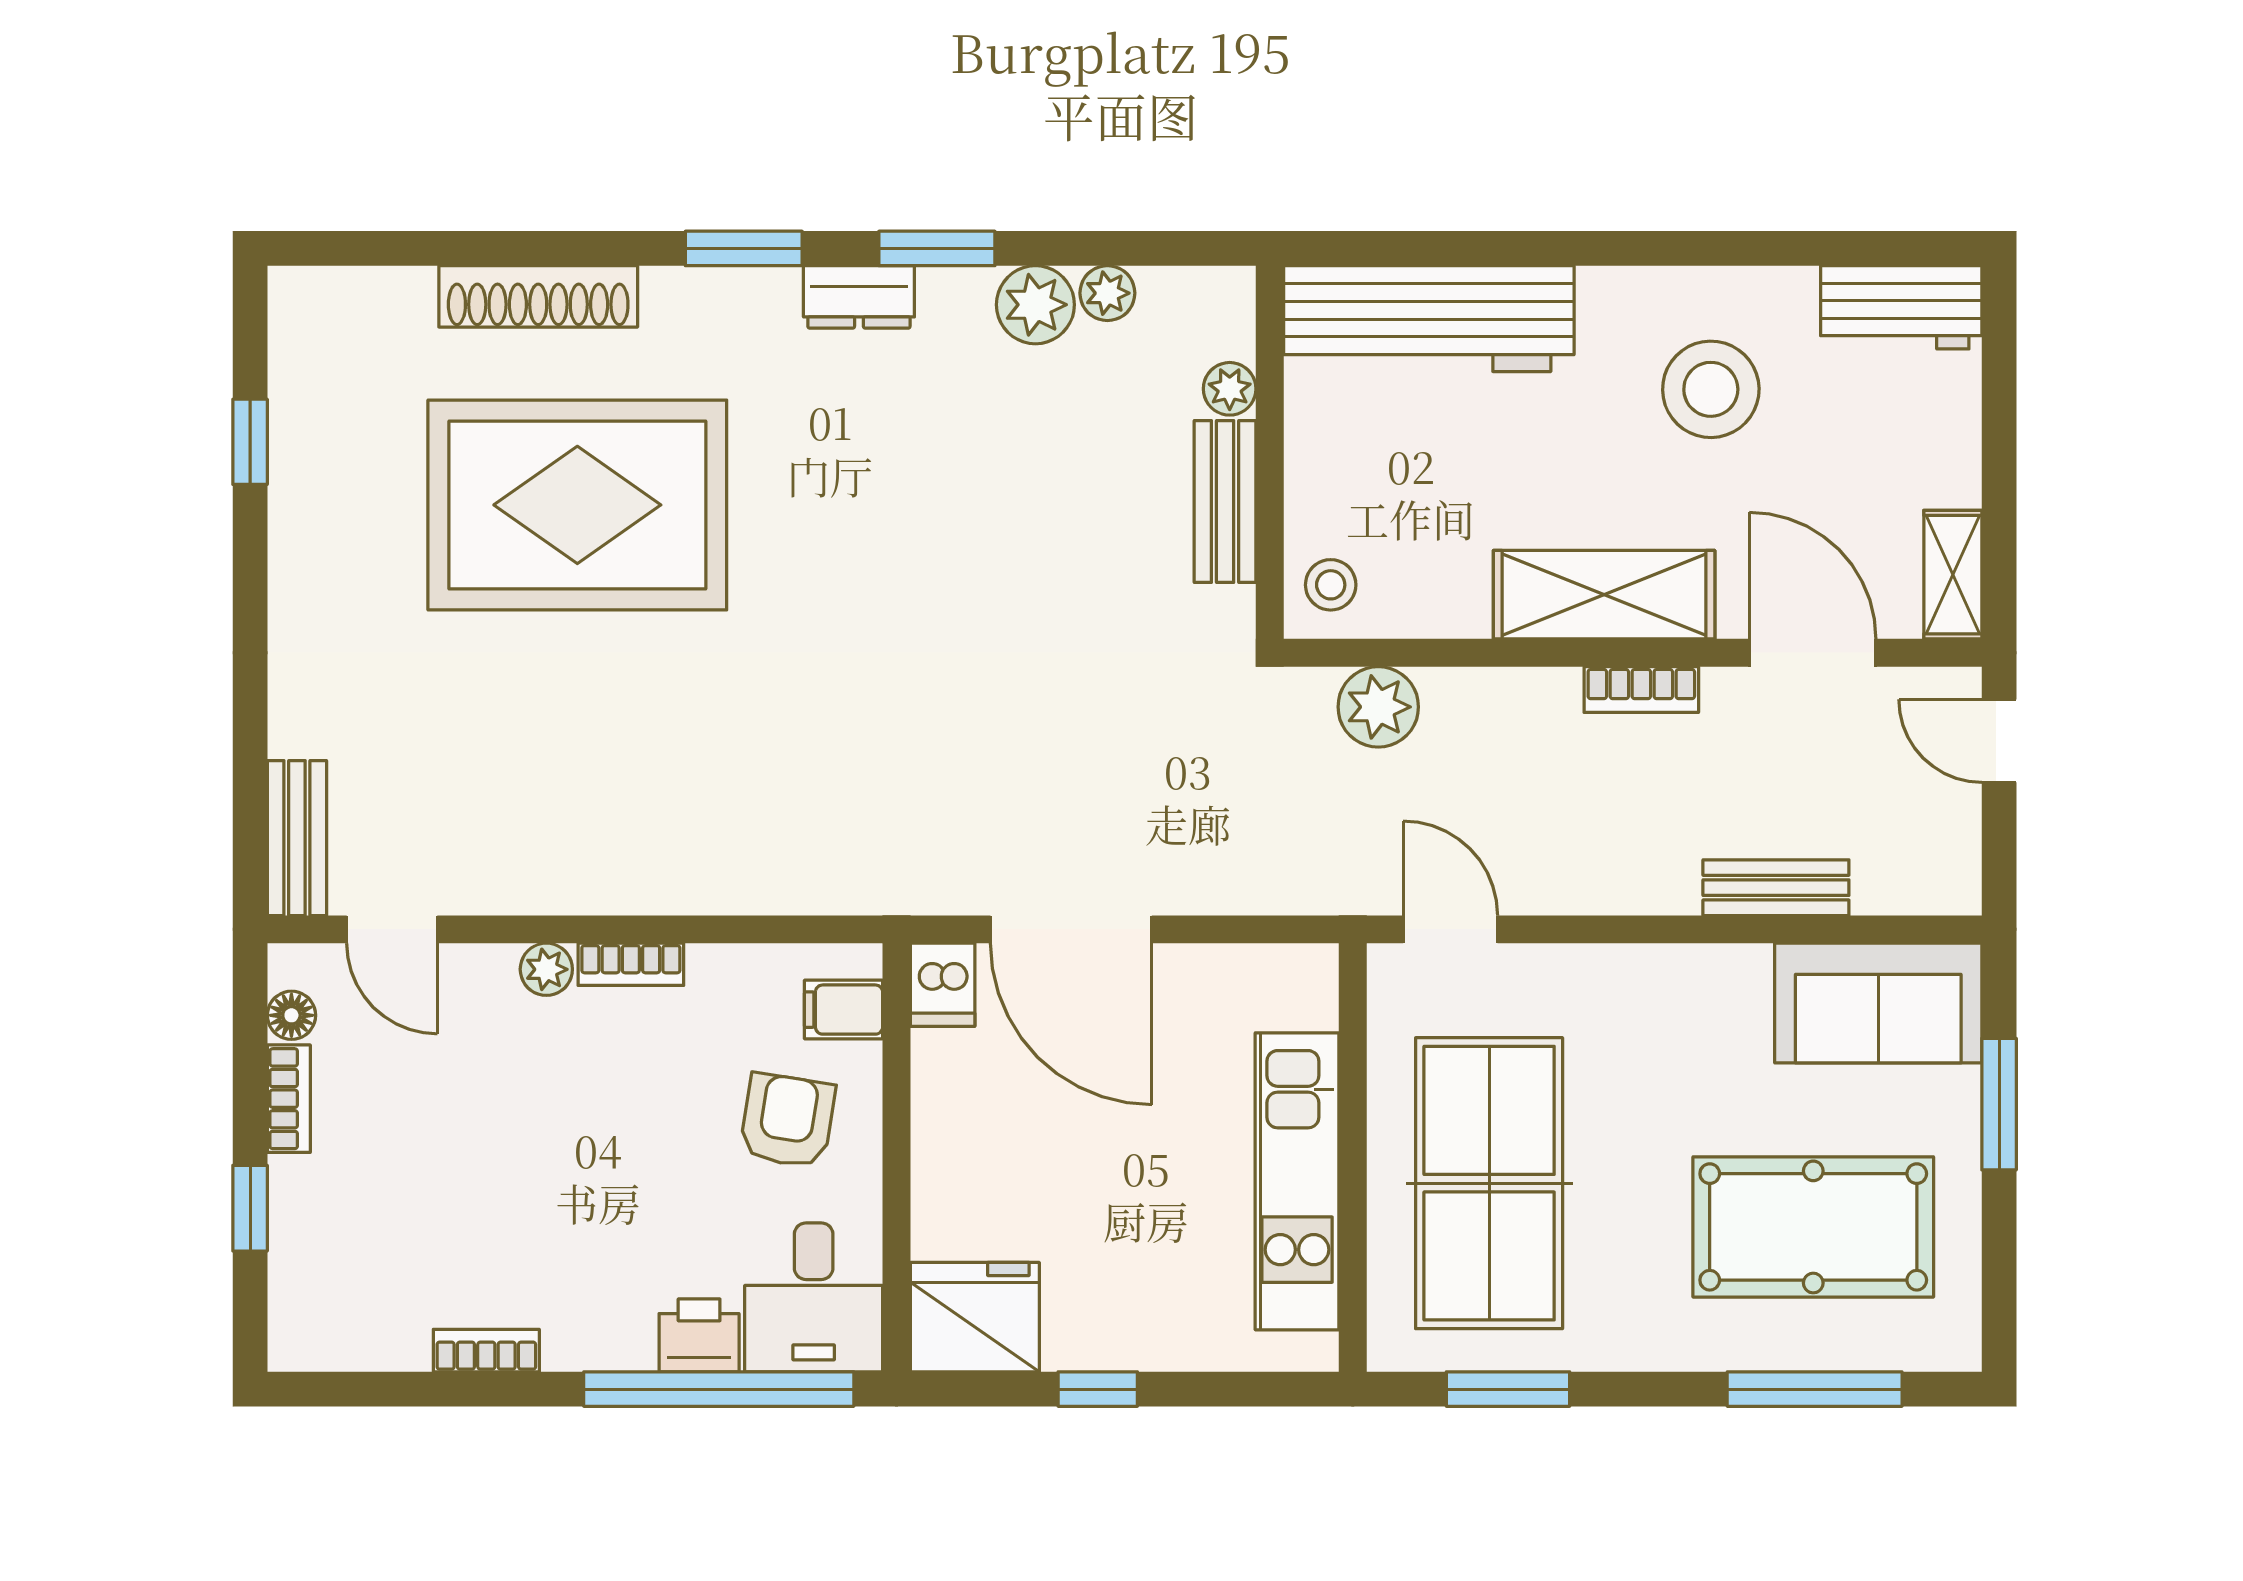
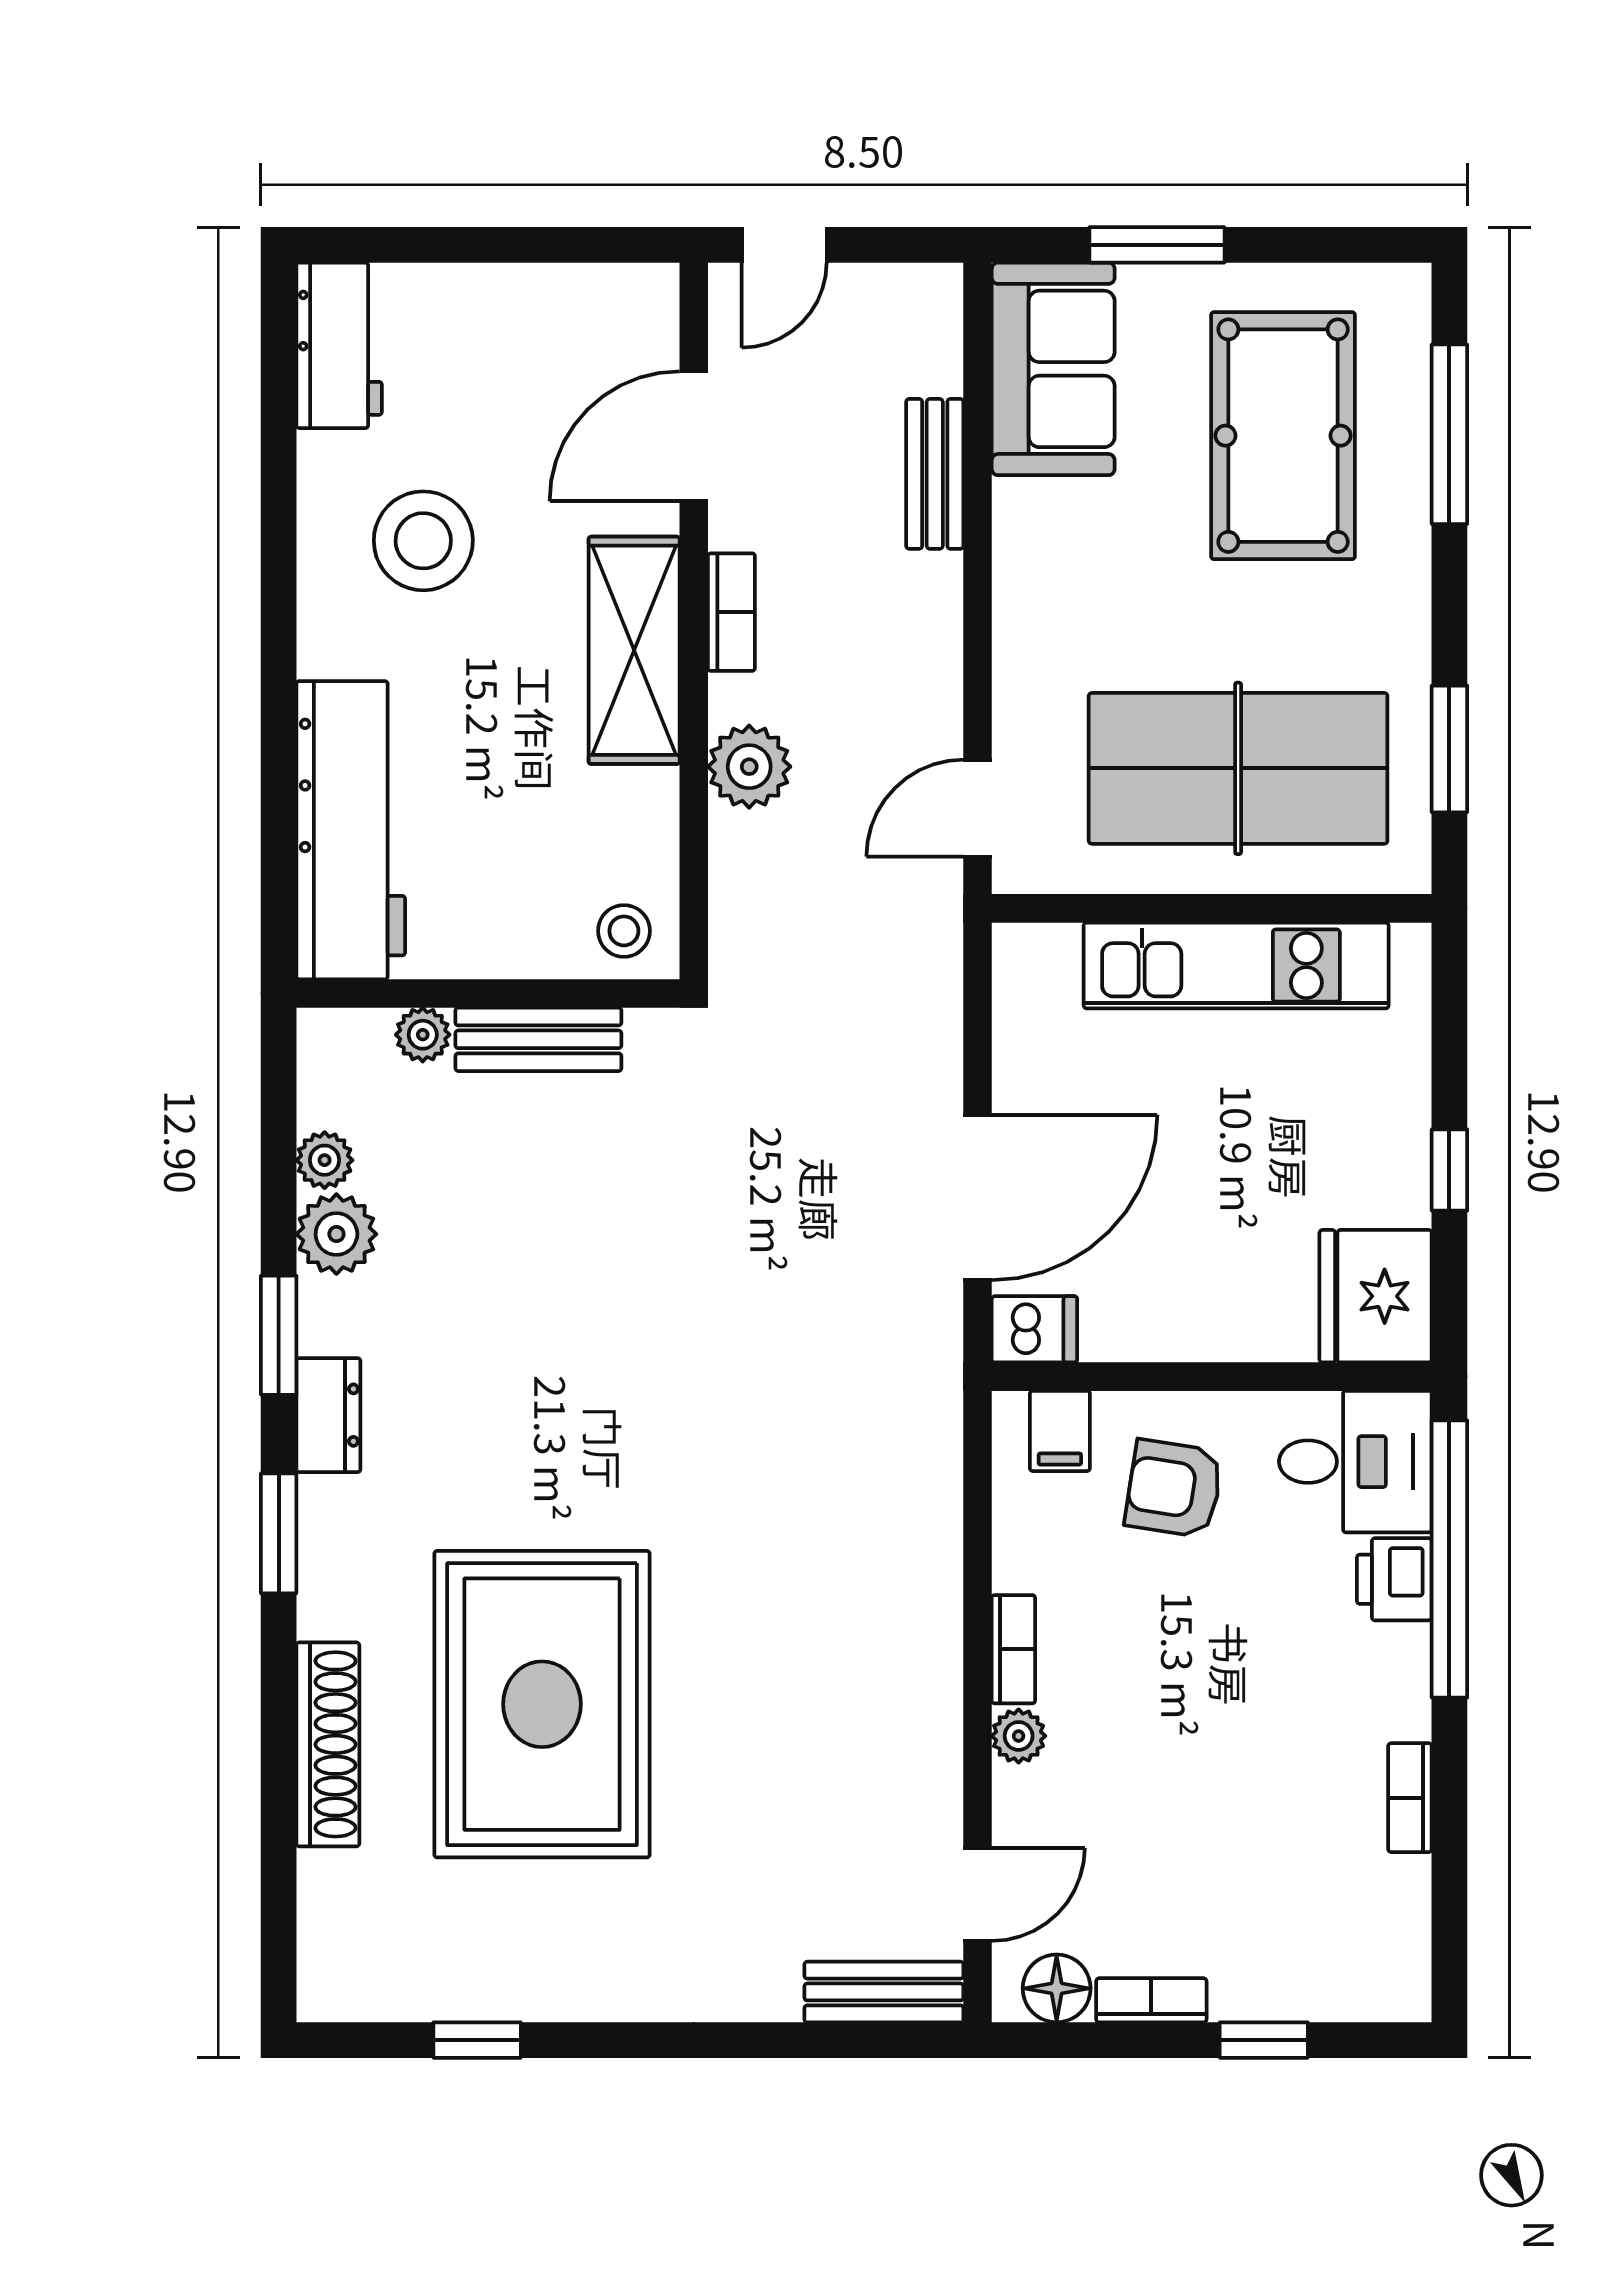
shelving: (1953, 575) -> (613, 292), removed
plant: (1378, 707) -> (749, 767), moved
floor lamp: (291, 1015) -> (1057, 1988), width x1.37, depth x1.37

